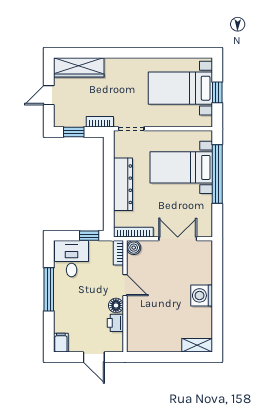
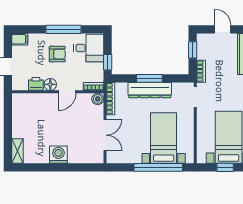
window: (109, 185) -> (149, 78), added
armchair: (79, 297) -> (57, 54), added

